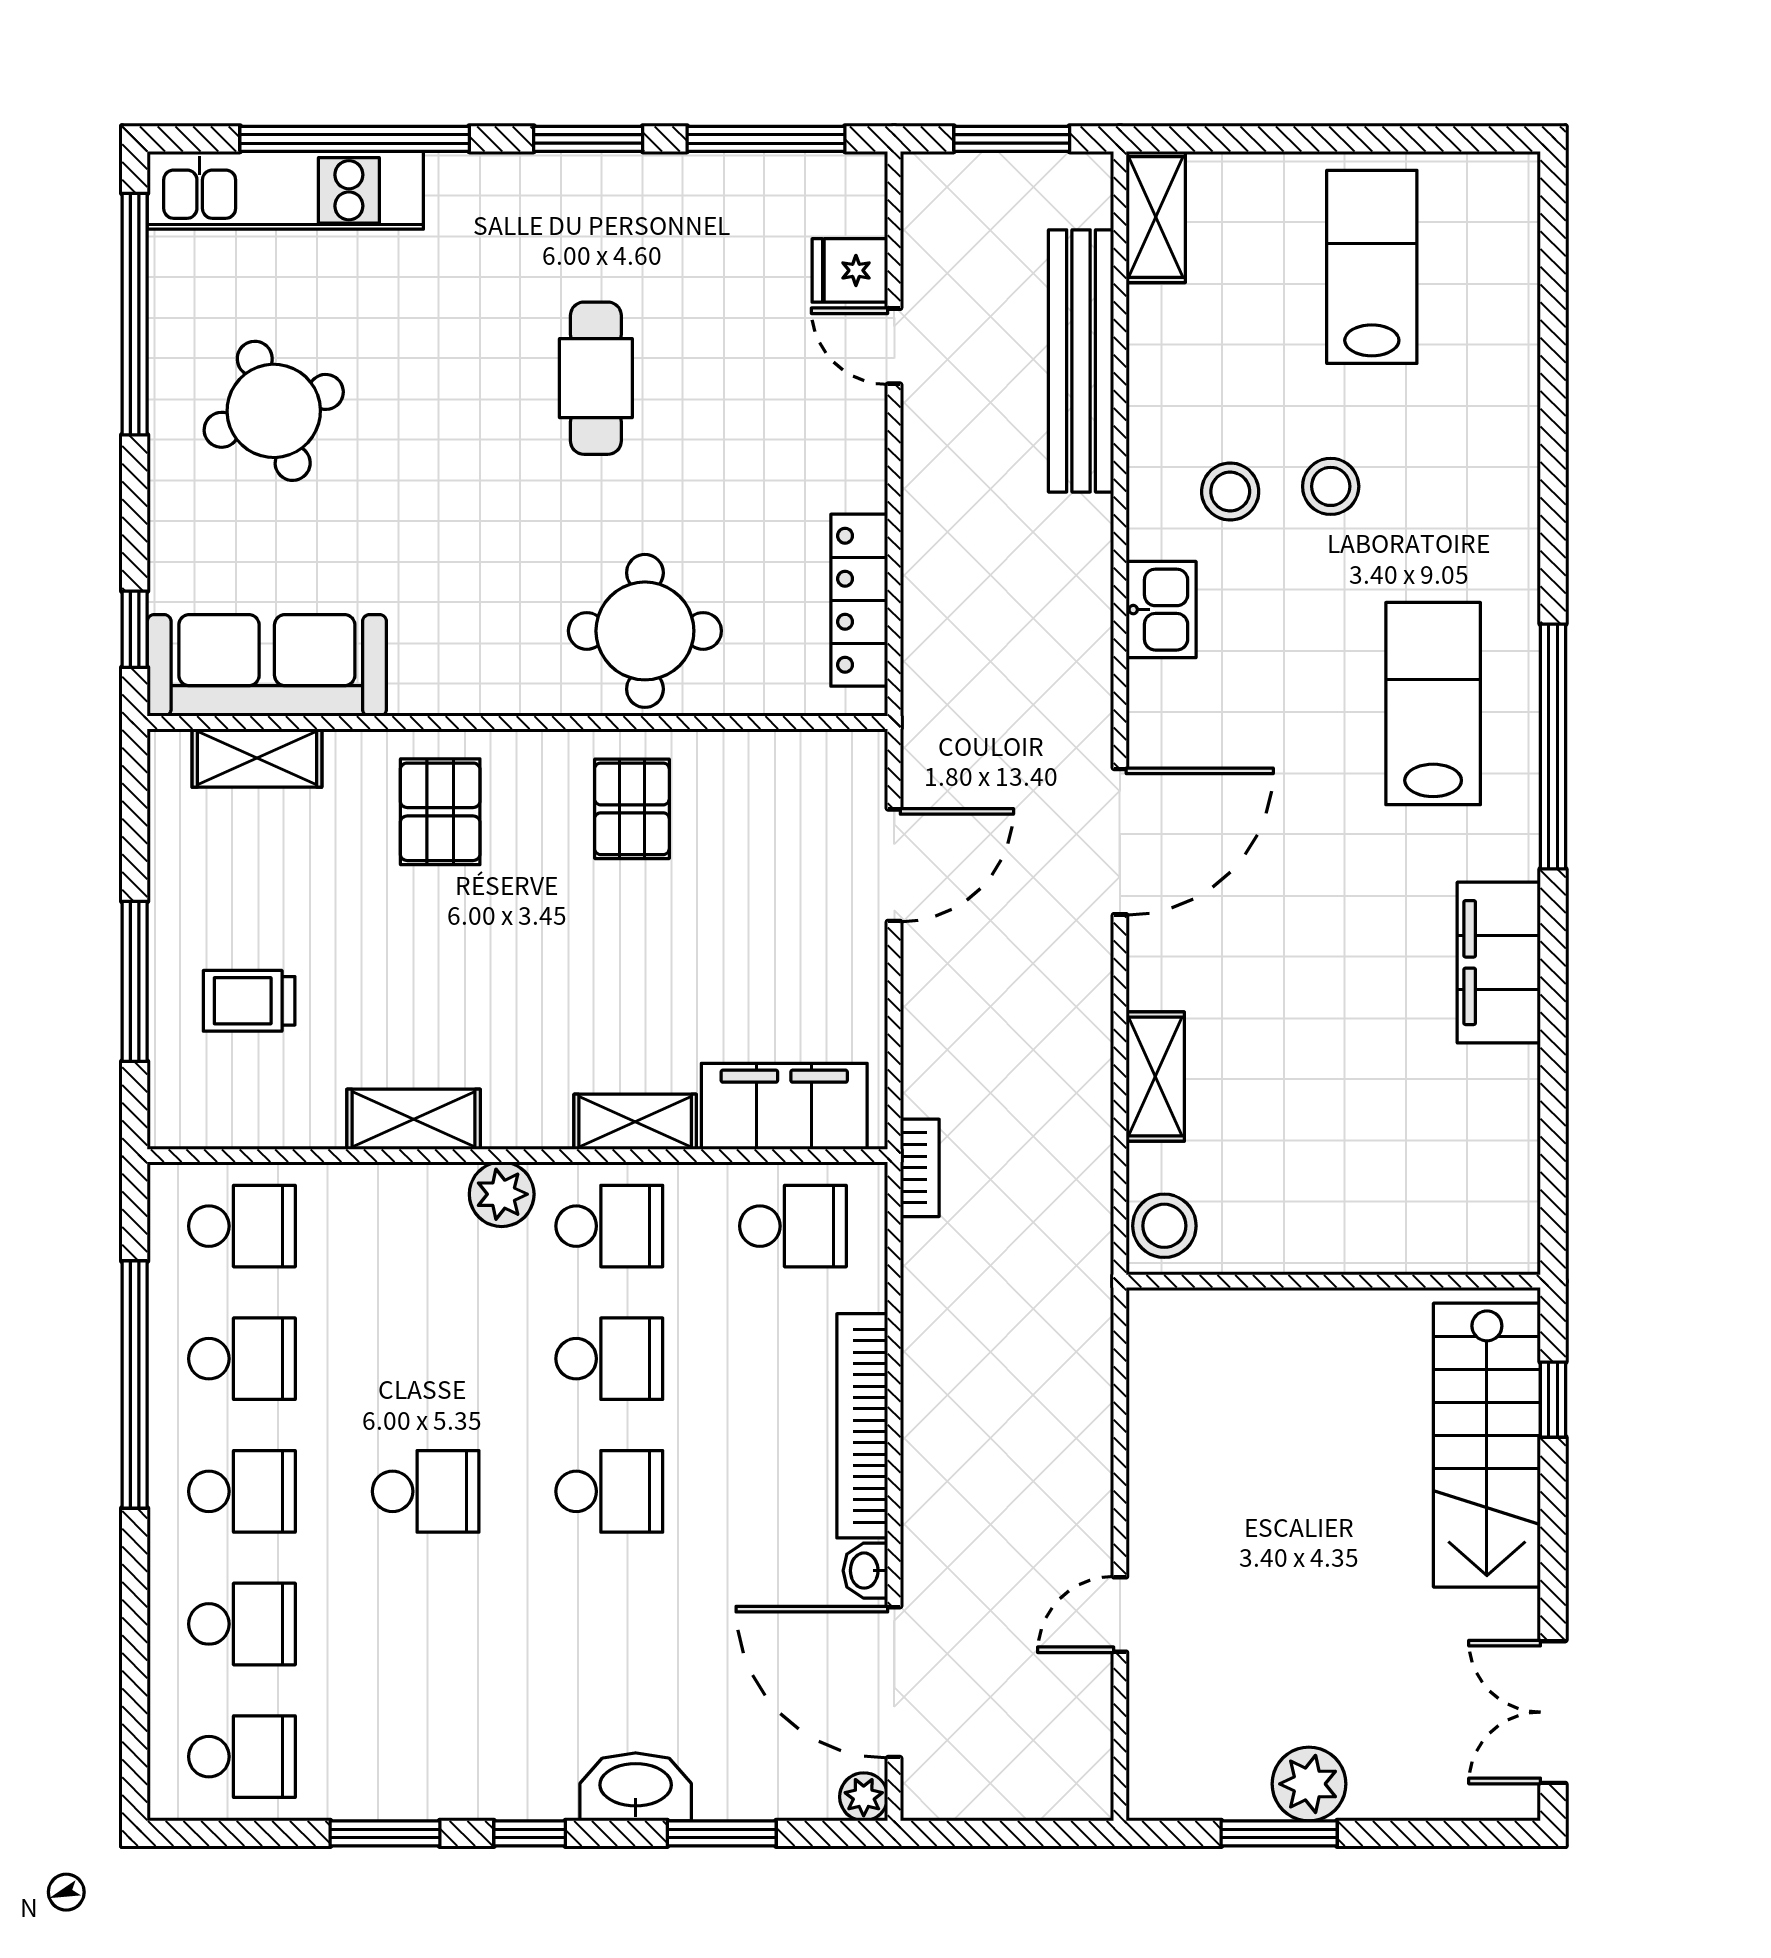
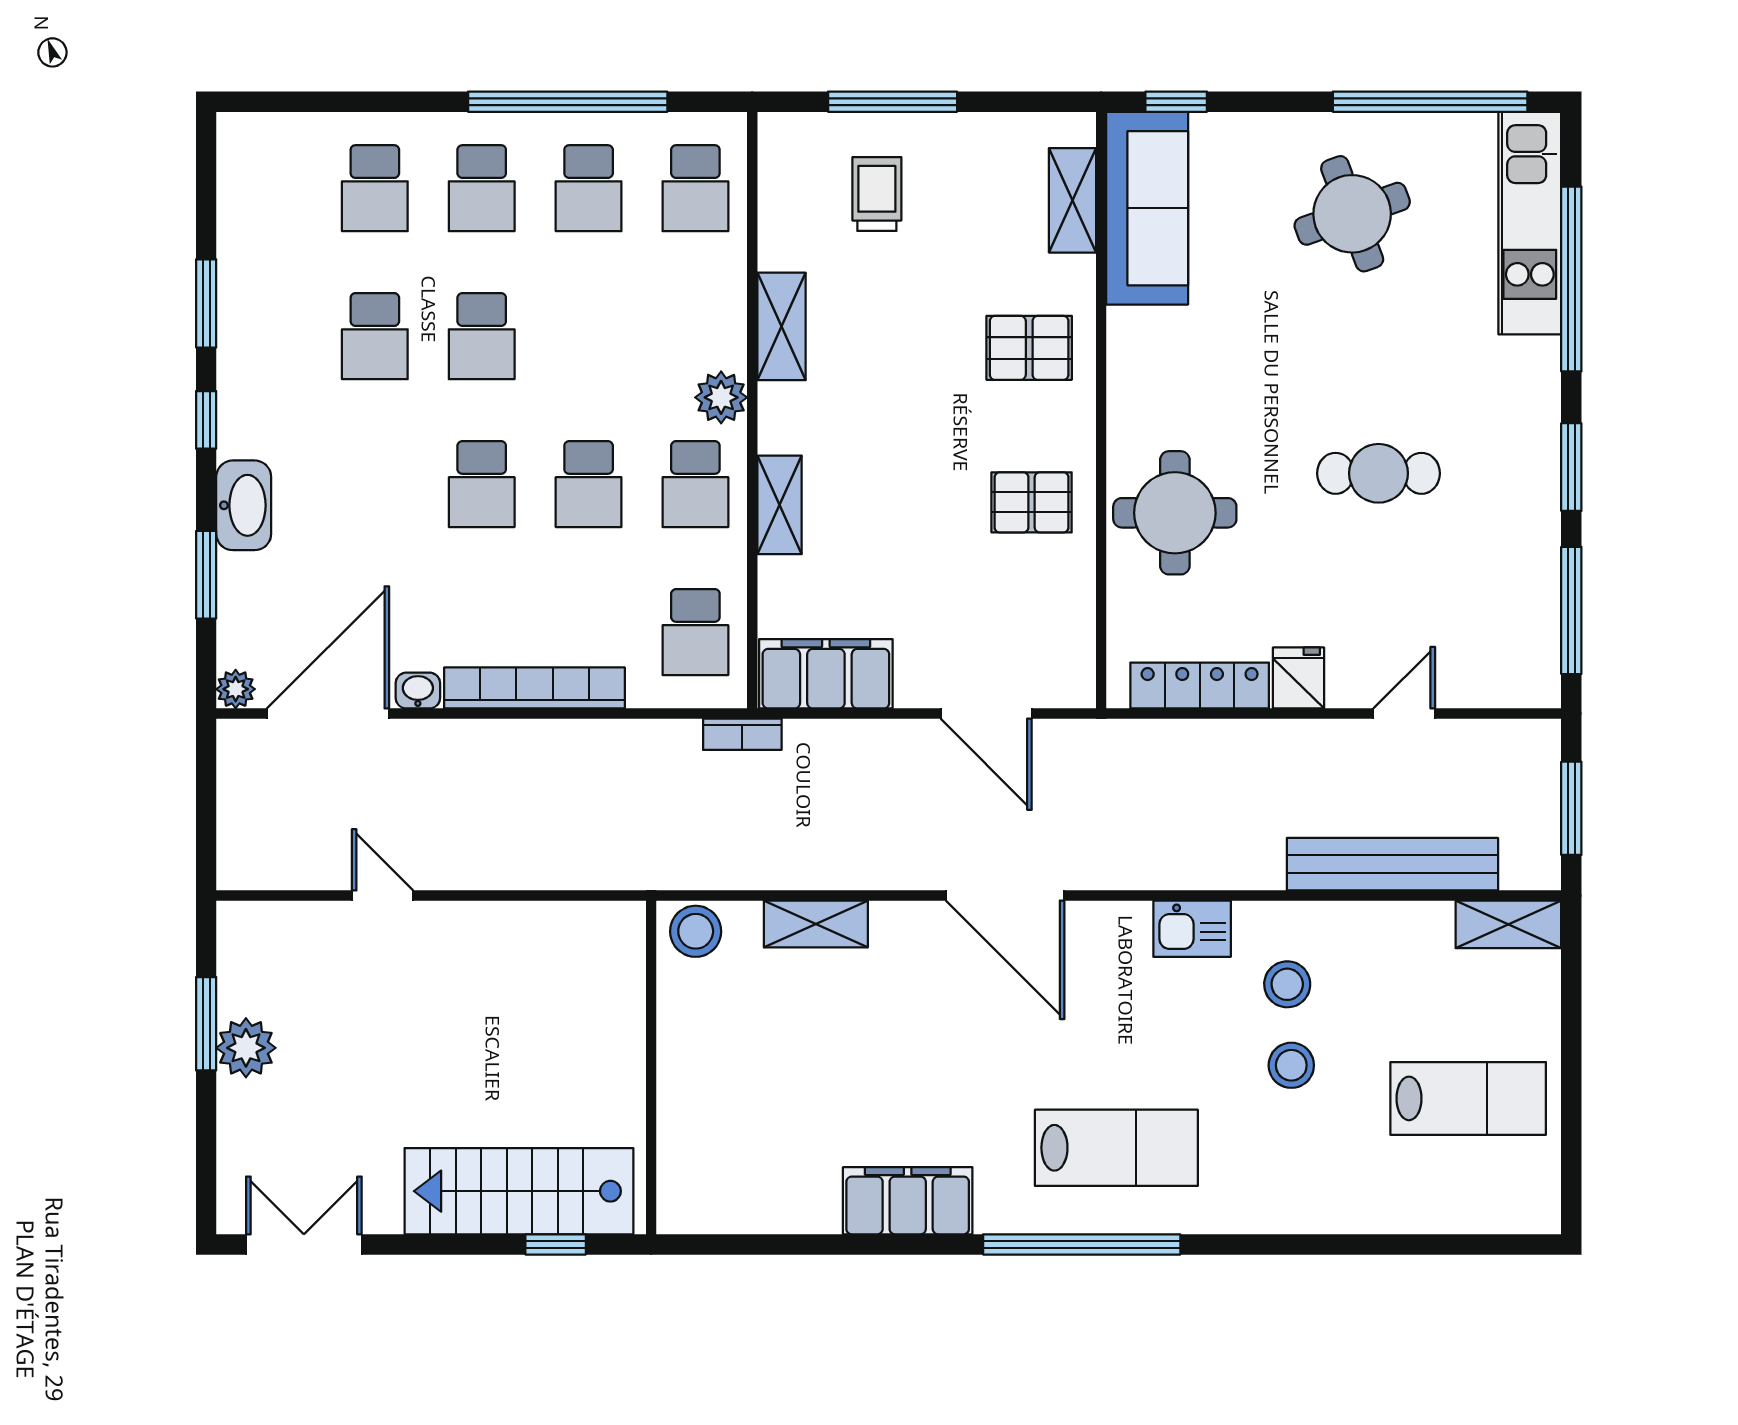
fridge: (850, 270) -> (1299, 678), moved
filing cabinet: (784, 1106) -> (826, 674), moved, turned -90
school desk: (242, 1757) -> (375, 336), moved

